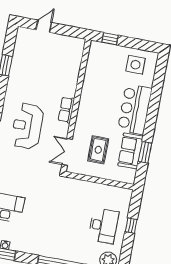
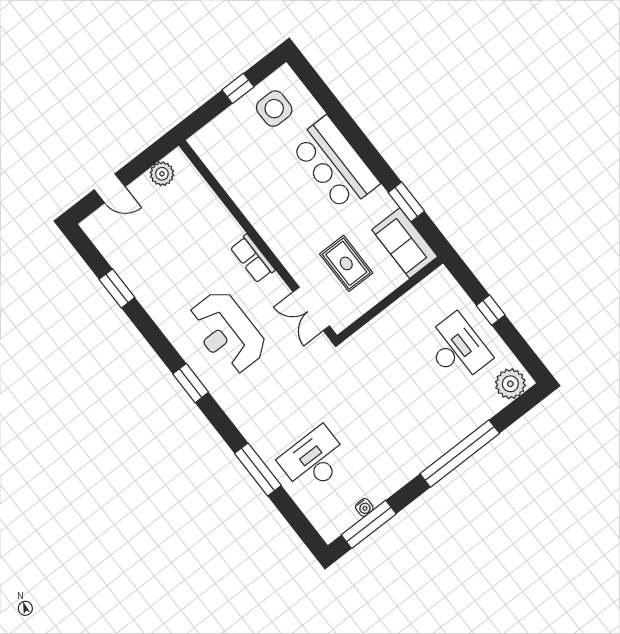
door: (44, 26) -> (110, 188), swing flipped
window: (110, 39) -> (238, 88), moved
plant: (69, 42) -> (162, 174), added
sofa: (130, 151) -> (405, 243), moved

